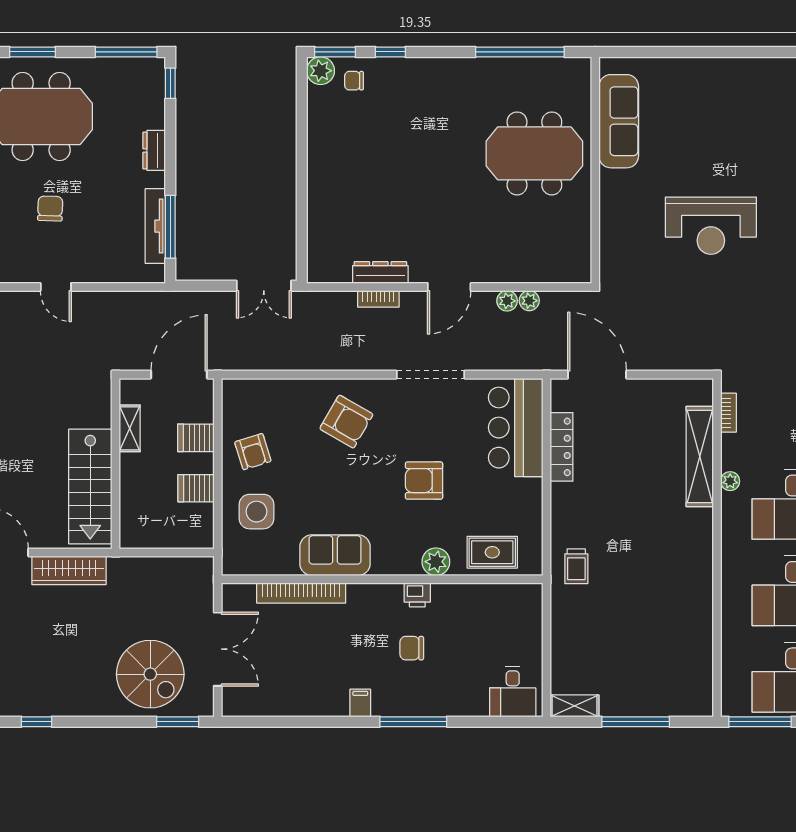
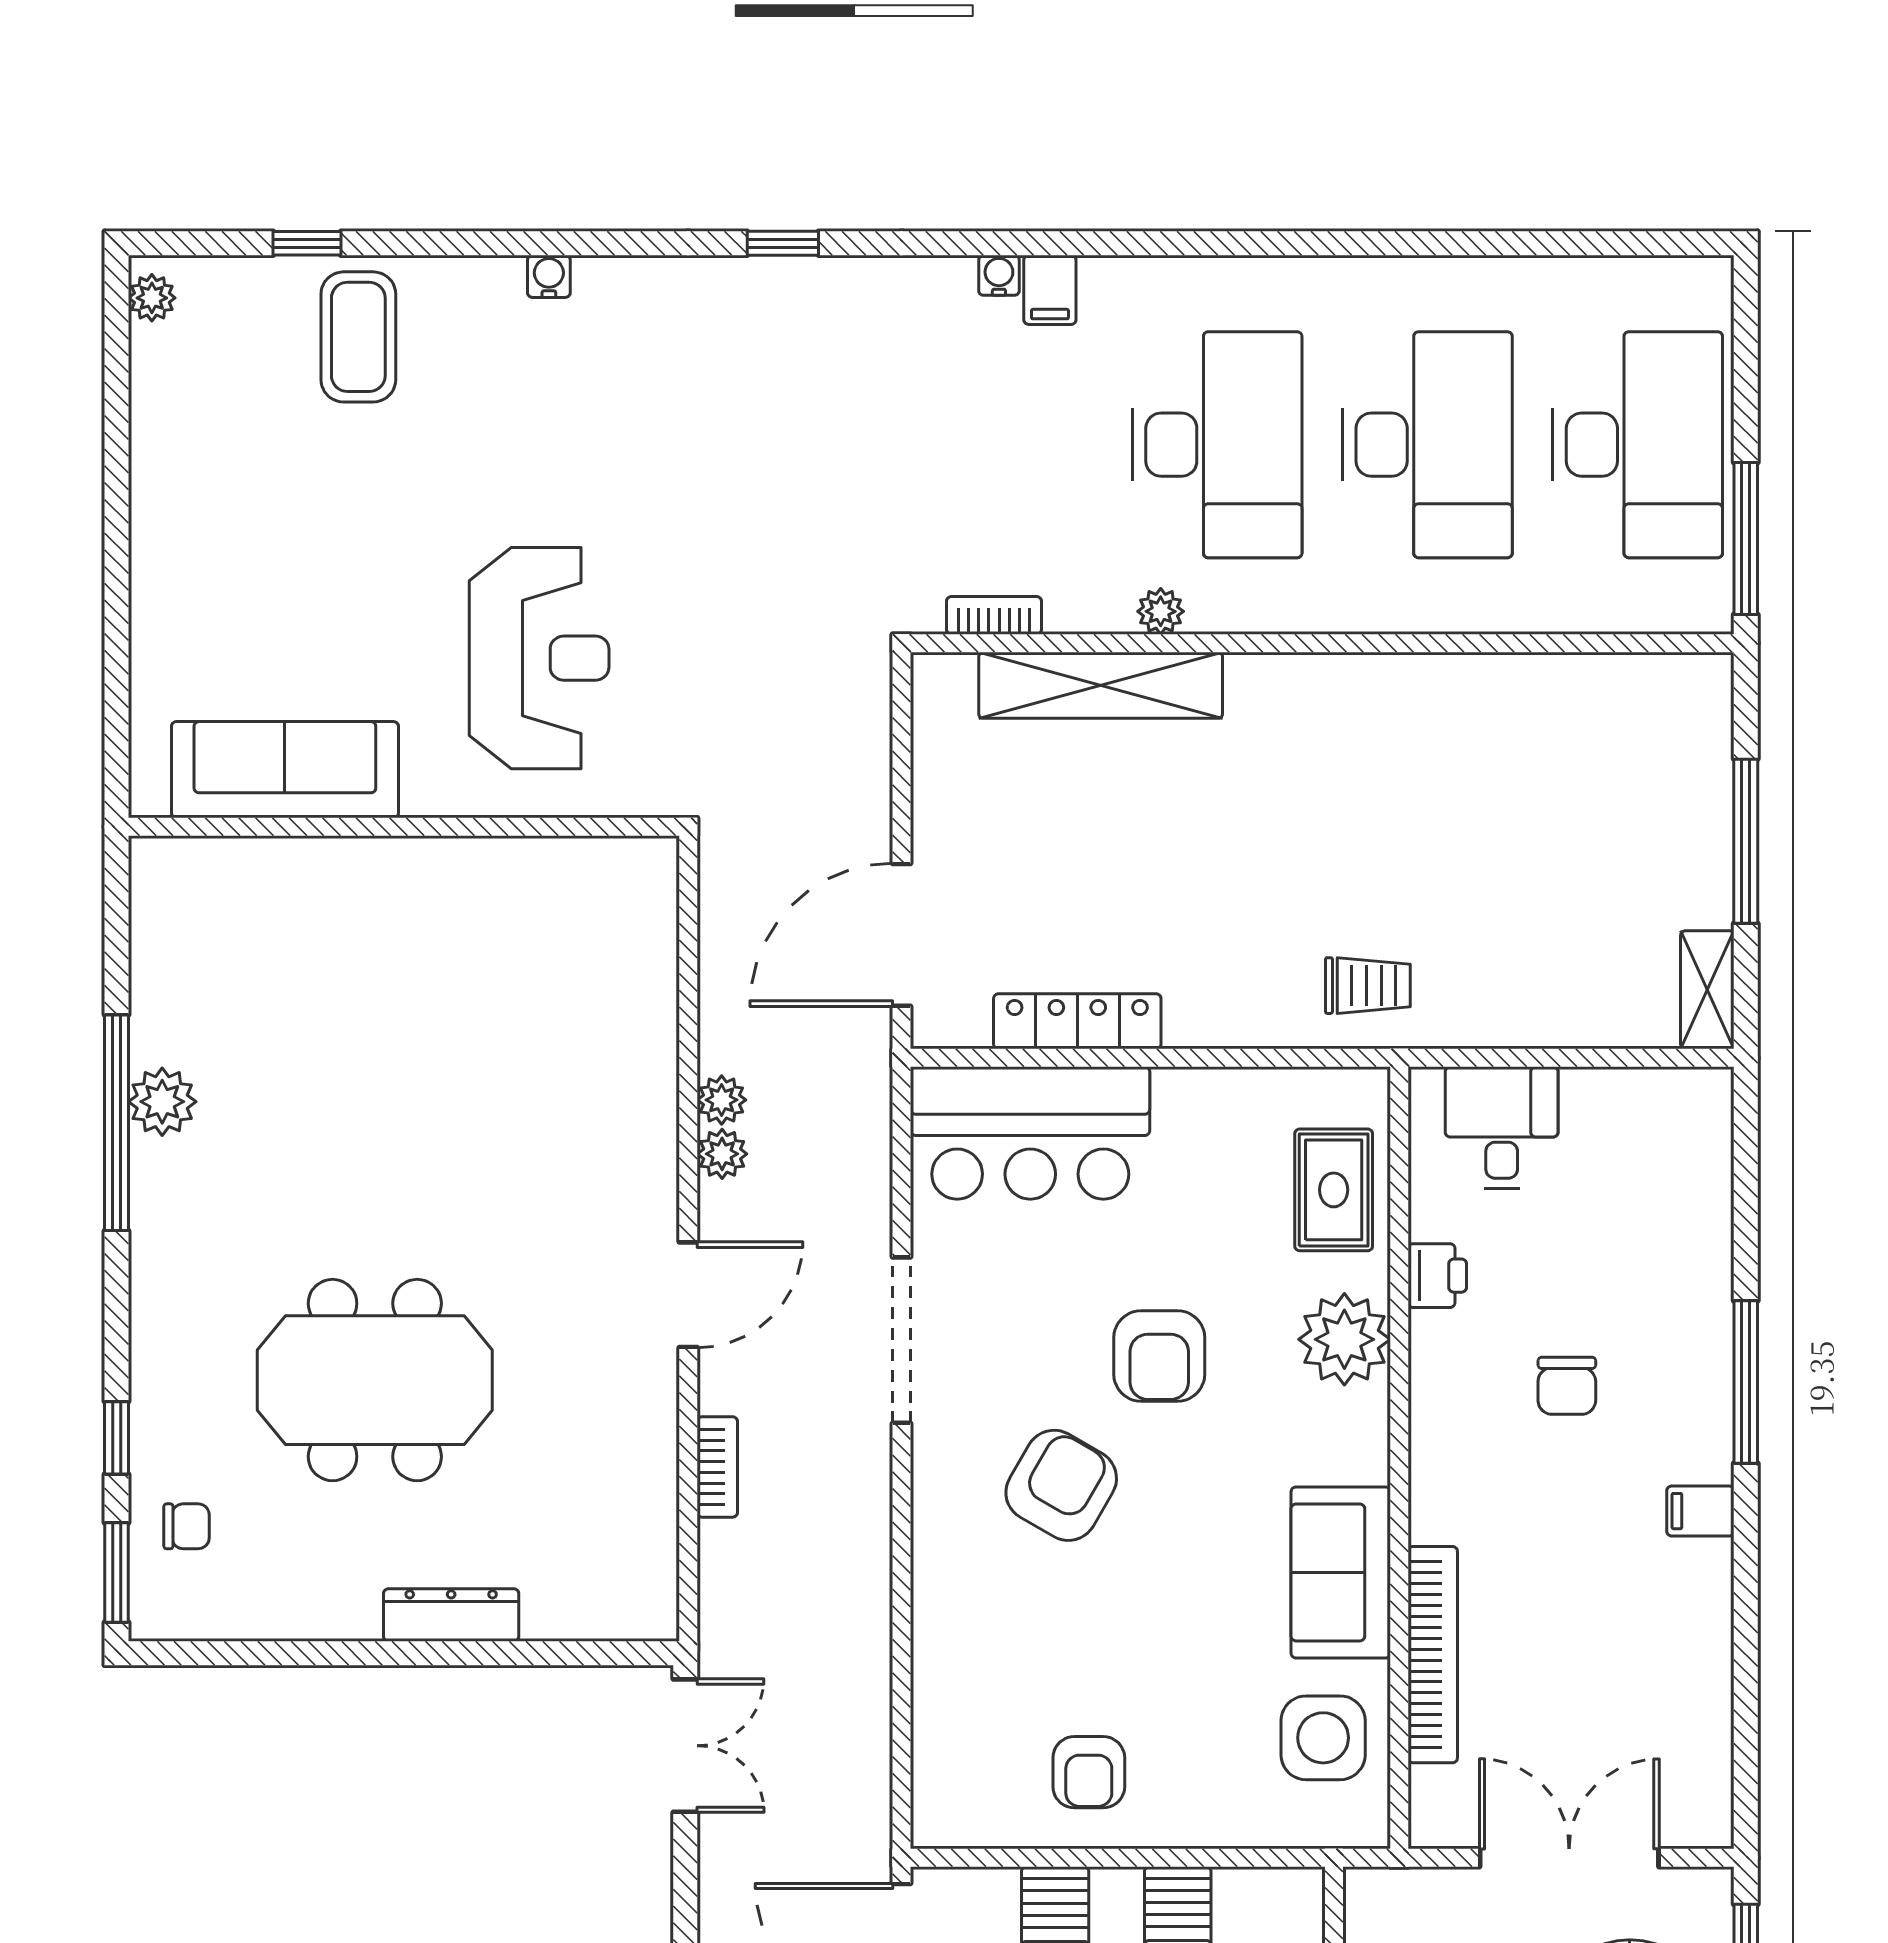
plant: (321, 71) -> (162, 1102), moved
chair: (354, 81) -> (187, 1526), turned -90
sofa: (619, 121) -> (285, 770), moved
meeting table: (534, 153) -> (375, 1380), moved, turned 90
wall: (595, 170) -> (404, 827), moved
dresser: (380, 272) -> (451, 1615), moved, turned 90
door: (449, 287) -> (688, 1295), hinge flipped
armchair: (346, 422) -> (1061, 1485), moved
armchair: (253, 452) -> (1089, 1772), turned 107
side table: (256, 512) -> (1323, 1738), moved
plant: (436, 562) -> (1344, 1339), width x1.36, depth x1.36
printer: (417, 595) -> (1437, 1276), moved
desk: (513, 692) -> (1502, 1127), moved, turned -90

